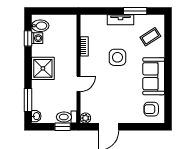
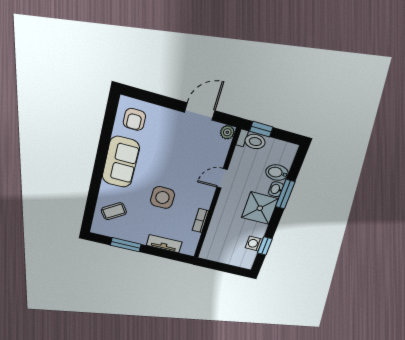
tv unit: (120, 20) -> (164, 244), moved
bidet: (40, 26) -> (277, 173), moved
window: (28, 100) -> (285, 194), moved
armchair: (151, 109) -> (134, 119), turned 90
washbasin: (36, 116) -> (276, 189), moved

